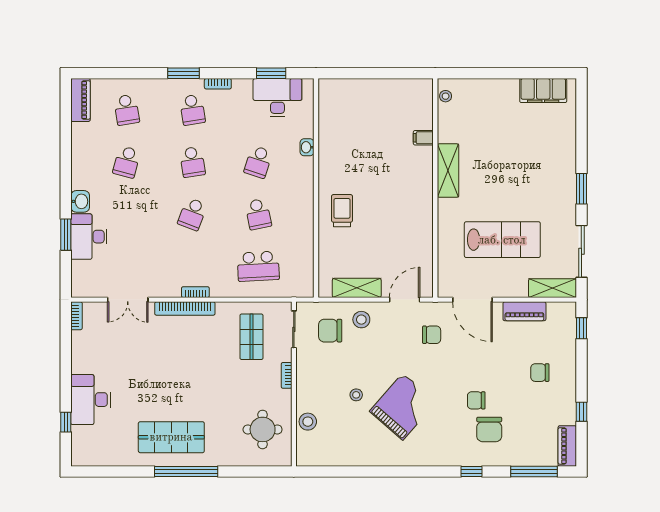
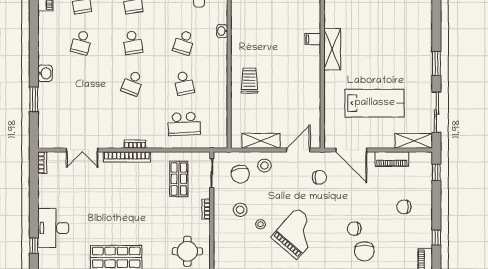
filing cabinet: (423, 138) -> (313, 39), moved
desk: (89, 237) -> (52, 101), removed
chair: (330, 331) -> (240, 174), turned -99
stool: (308, 422) -> (240, 210), moved

